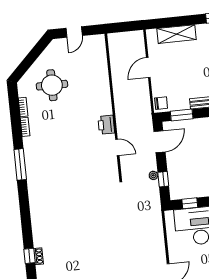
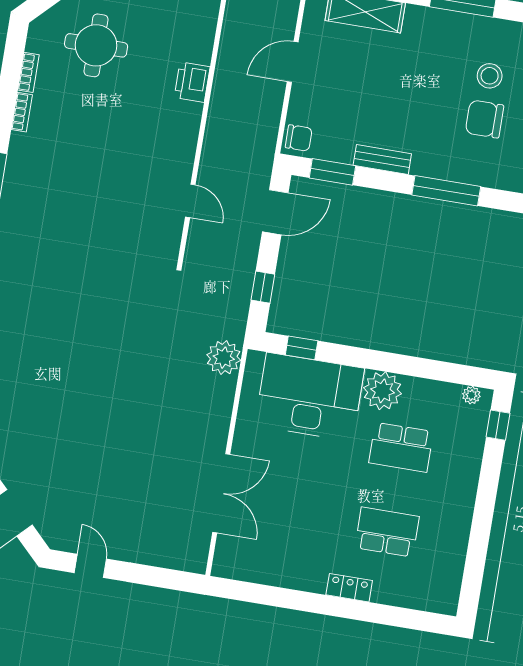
printer: (106, 125) -> (192, 82), moved
plant: (153, 175) -> (224, 358), moved, width x1.88, depth x1.88

